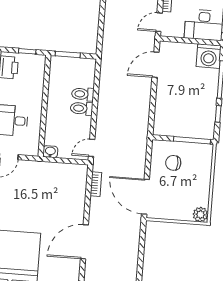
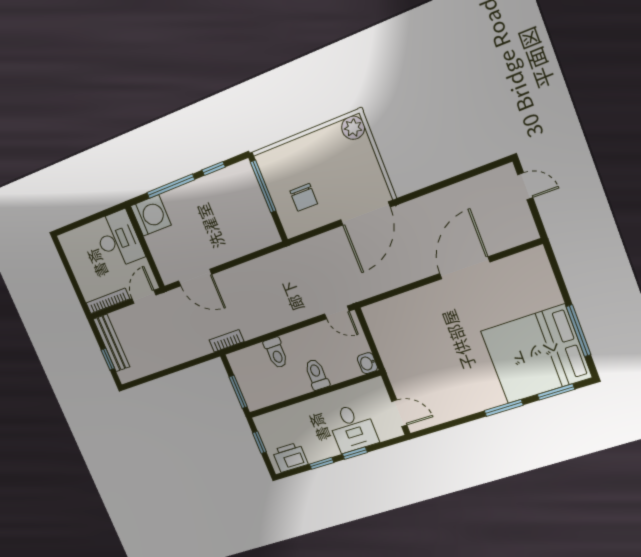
door: (159, 22) -> (144, 297), swing flipped
toilet: (82, 108) -> (317, 374), moved, turned 180
bookcase: (96, 184) -> (227, 341), moved
door: (84, 242) -> (465, 268), swing flipped

